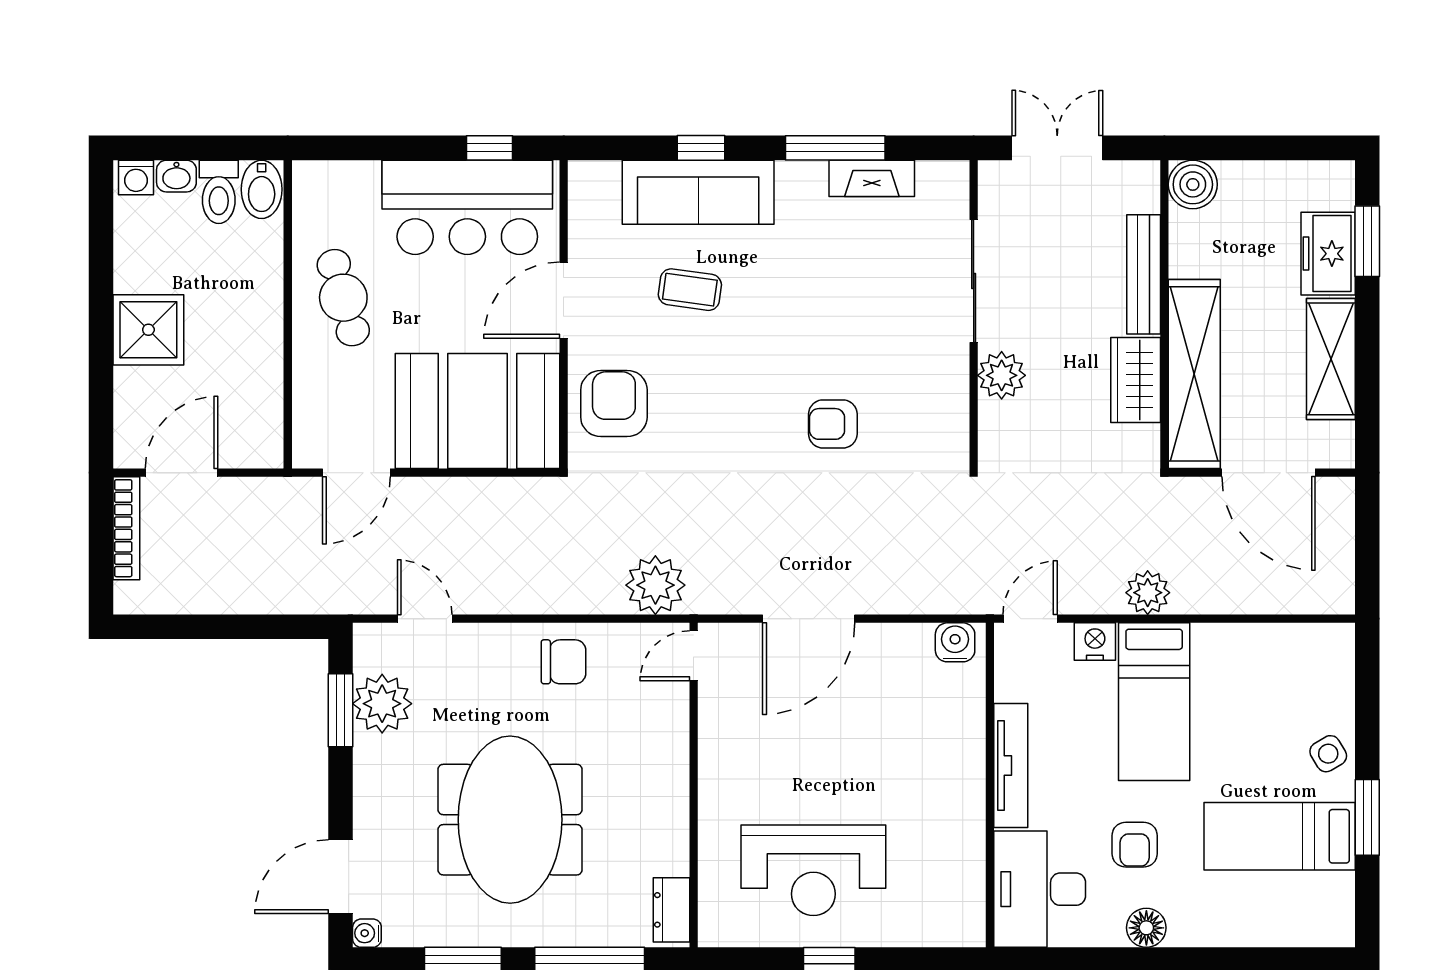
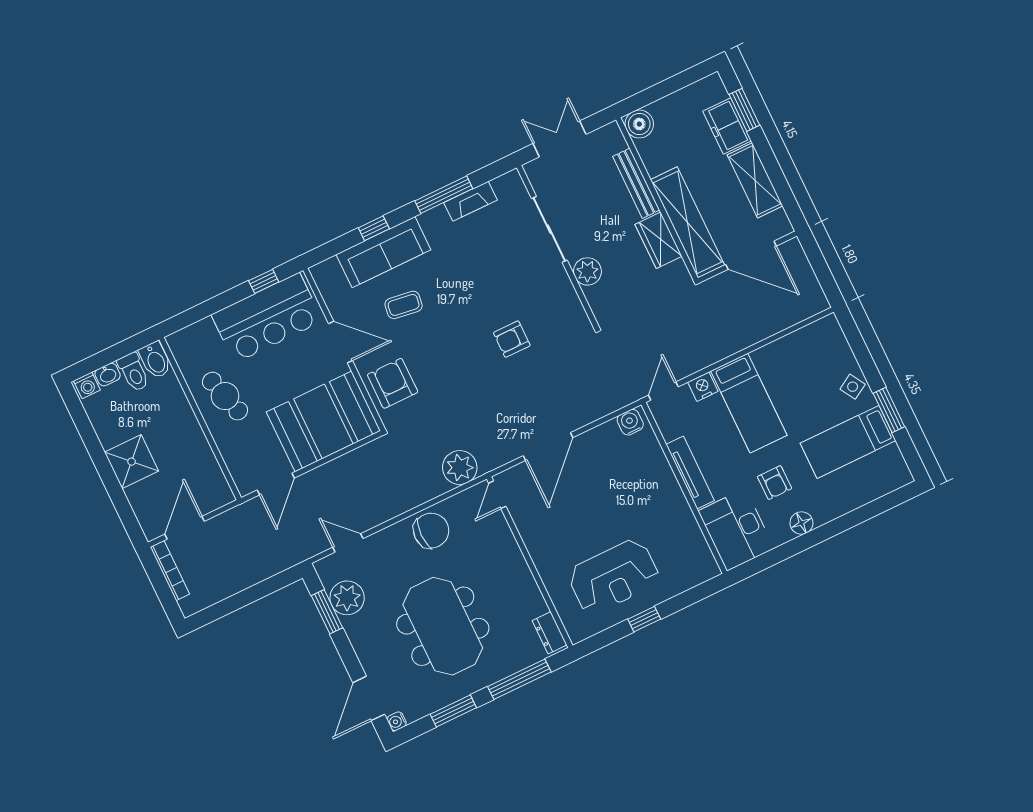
door: (564, 300) -> (340, 342), swing flipped
plant: (1148, 593) -> (718, 348), removed
chair: (564, 662) -> (431, 531), width x1.37, depth x1.37

